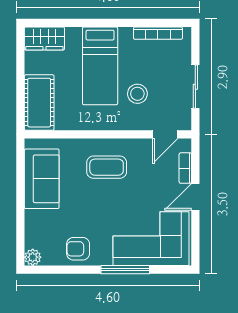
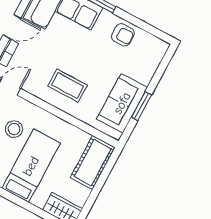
window: (20, 187) -> (141, 106), added
plant: (33, 257) -> (161, 47), removed

